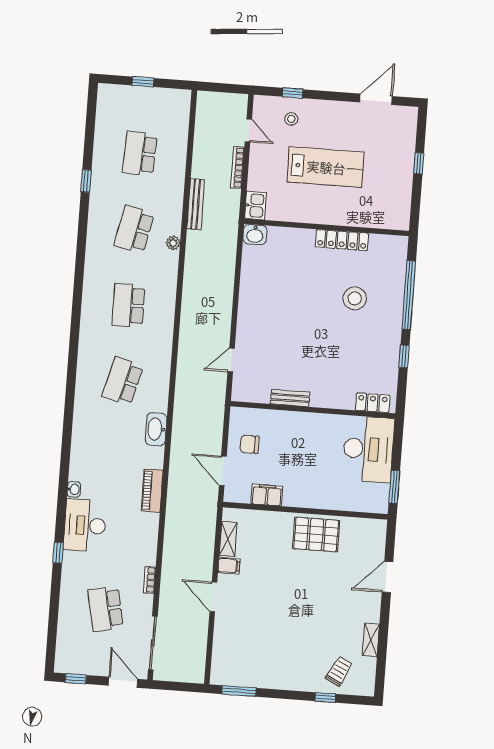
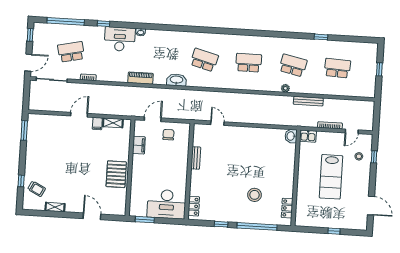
locker: (342, 240) -> (287, 208), moved, width x0.66
window: (53, 617) -> (66, 21), added

